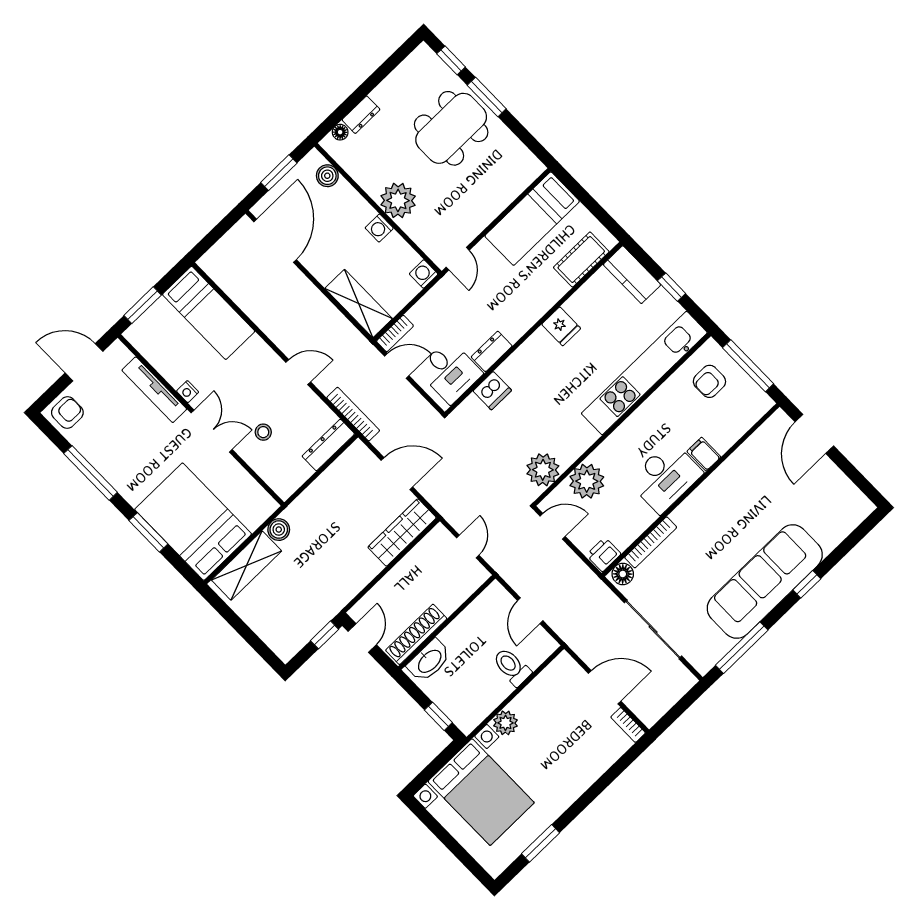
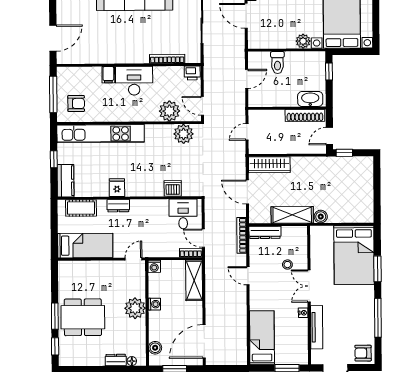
dresser: (492, 351) -> (118, 206), moved
shelving: (247, 566) -> (292, 215), moved
floor lamp: (623, 574) -> (192, 57), removed

